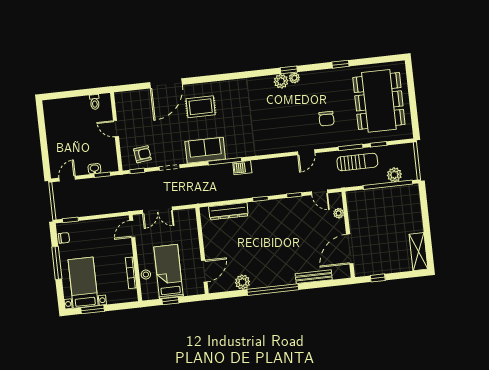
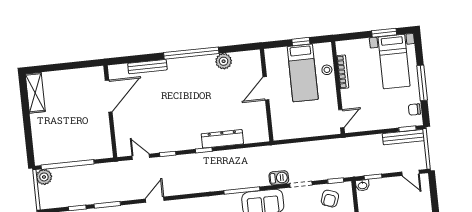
armchair: (142, 154) -> (330, 199), turned -64
sun lounger: (357, 162) -> (100, 189), removed
barbecue: (242, 168) -> (279, 178), moved
washbasin: (94, 169) -> (362, 185), moved
plant: (394, 175) -> (44, 177), moved
door: (67, 179) -> (410, 173), hinge flipped
double door: (157, 210) -> (314, 139), removed
dresser: (228, 211) -> (222, 139), moved
bench: (74, 212) -> (404, 137), added
plant: (339, 213) -> (120, 134), removed
door: (204, 271) -> (266, 88), moved
window: (378, 278) -> (79, 65), removed

